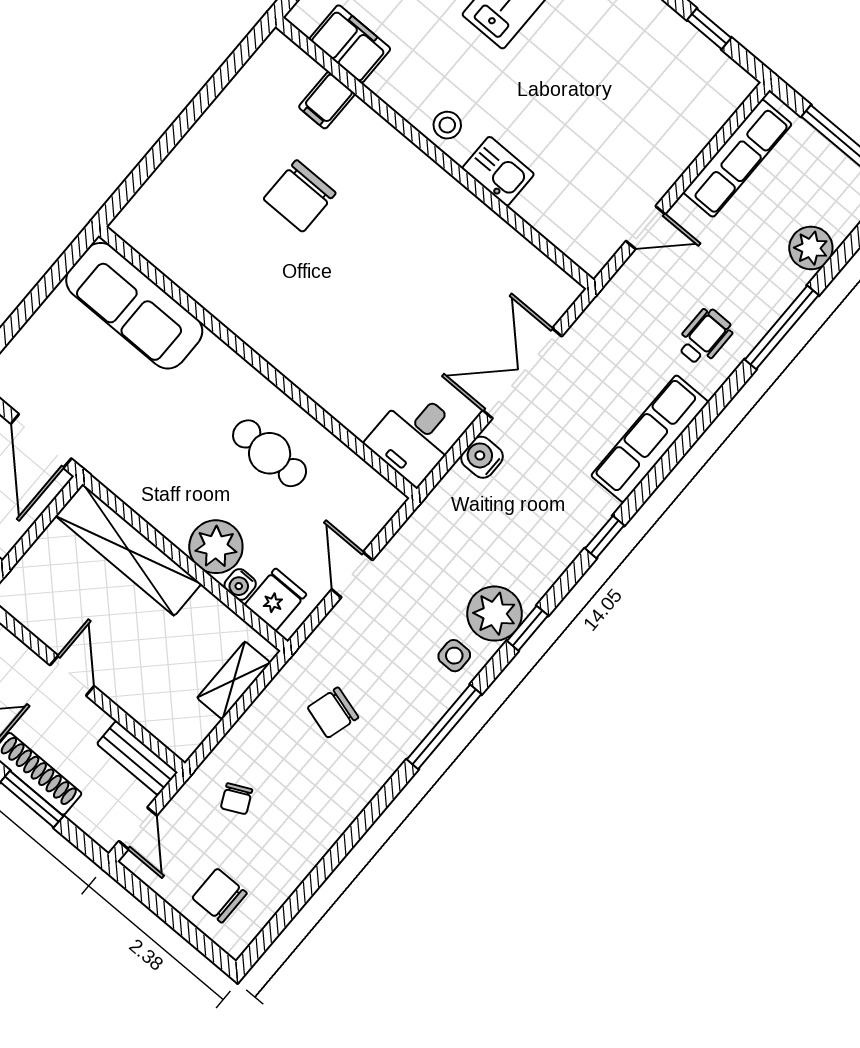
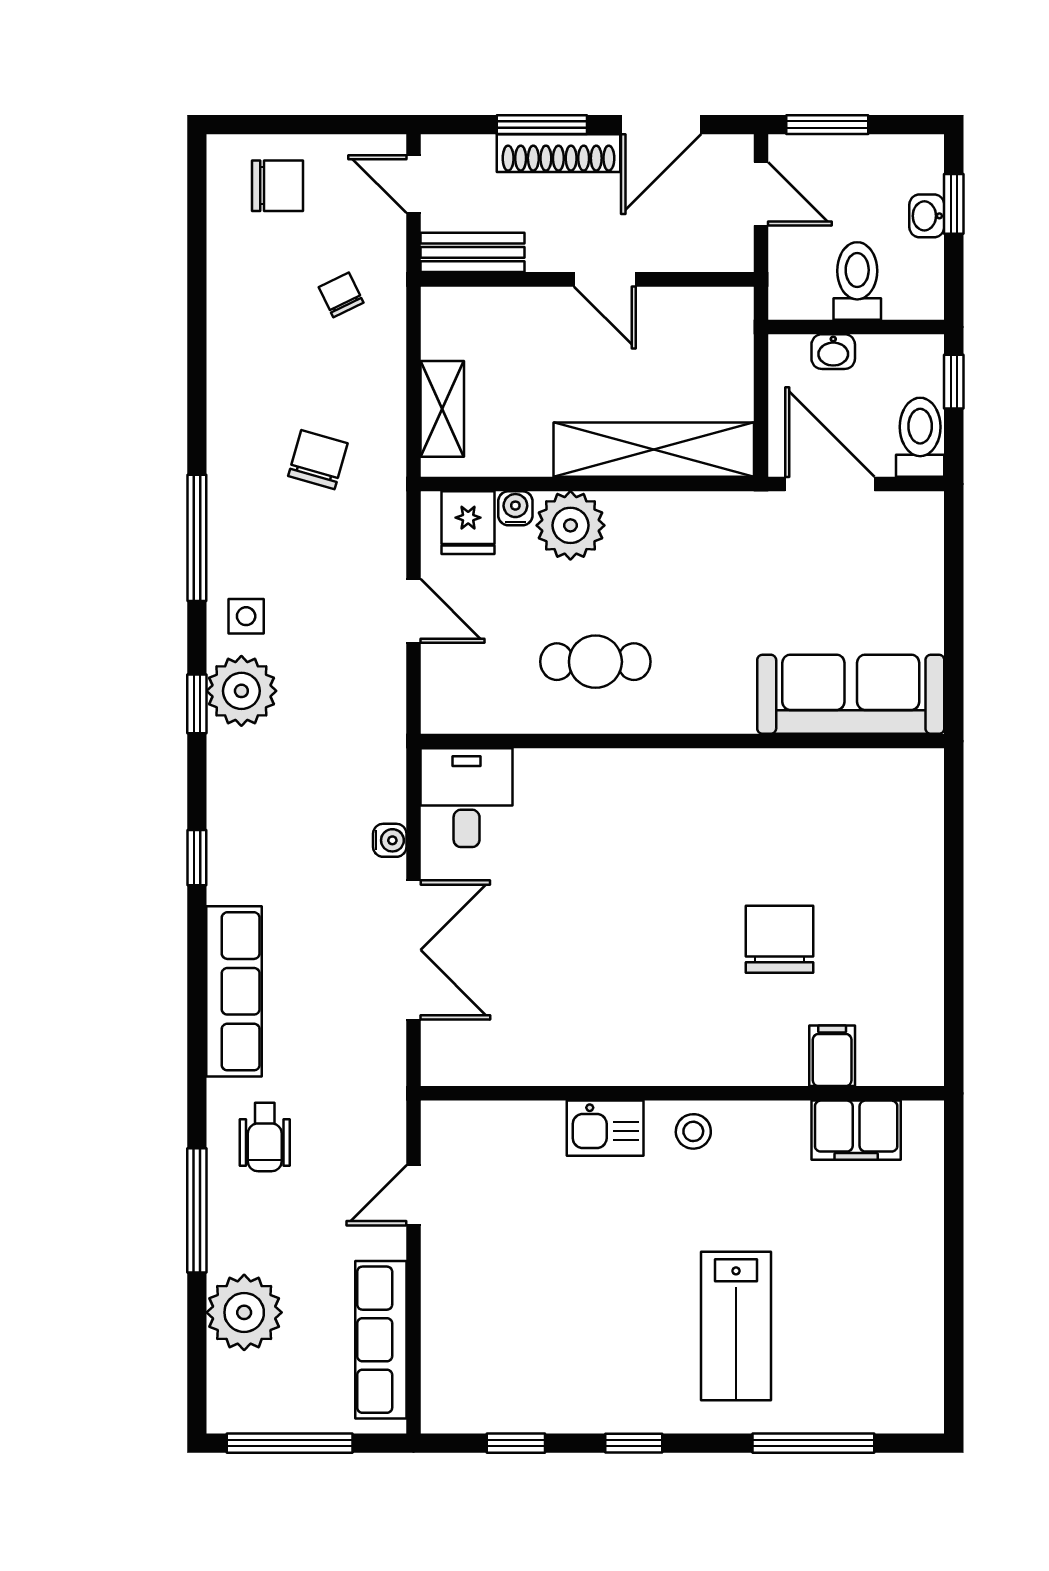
plant: (811, 248) -> (244, 1312), width x1.36, depth x1.36
water cooler: (482, 457) -> (390, 840), width x0.72, depth x0.72

